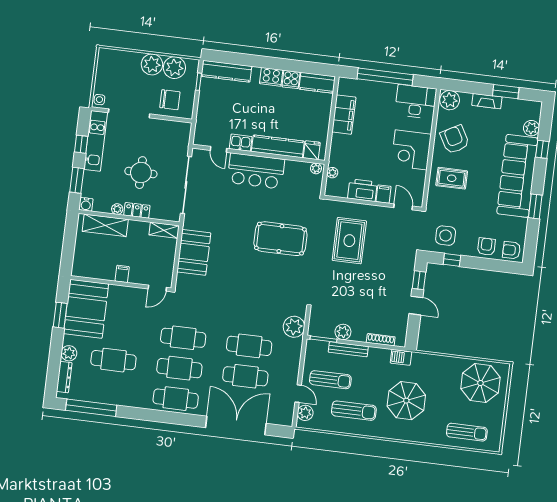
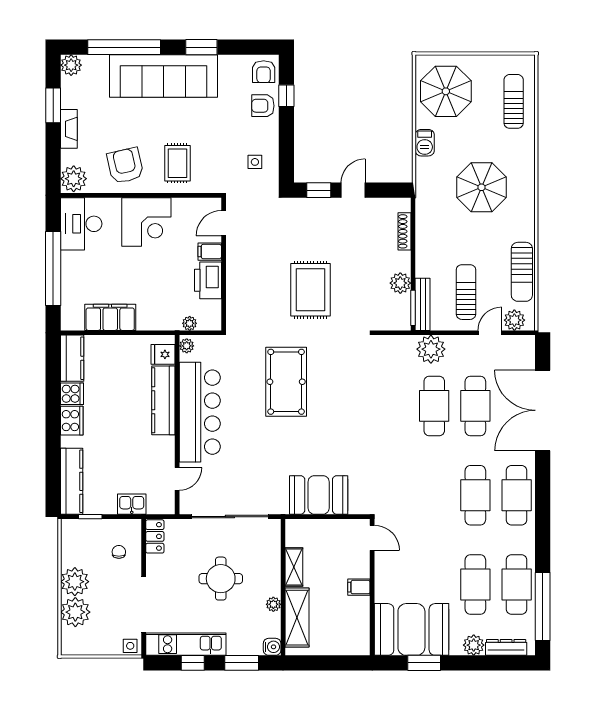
plant: (174, 68) -> (75, 612), moved
chair: (170, 100) -> (119, 552), width x0.54, depth x0.54
plant: (531, 128) -> (71, 65), moved
armchair: (455, 139) -> (125, 166), turned 106
kitchen sink: (241, 143) -> (132, 504), moved, turned 90
window: (542, 149) -> (124, 47), width x3.17
bar counter: (256, 171) -> (200, 412), width x1.36
locker: (137, 210) -> (155, 536), moved, turned 180
shelving: (164, 230) -> (294, 567), moved
side table: (446, 236) -> (255, 162), width x0.54, depth x0.54
rug: (349, 241) -> (311, 290), moved, turned 90
window: (452, 260) -> (286, 96), moved
plant: (294, 327) -> (431, 349), moved
cafe table: (183, 338) -> (517, 585), moved
bench: (348, 349) -> (423, 304), moved
barbecue: (401, 357) -> (425, 143), moved
sun lounger: (354, 411) -> (522, 272), moved, turned 180

